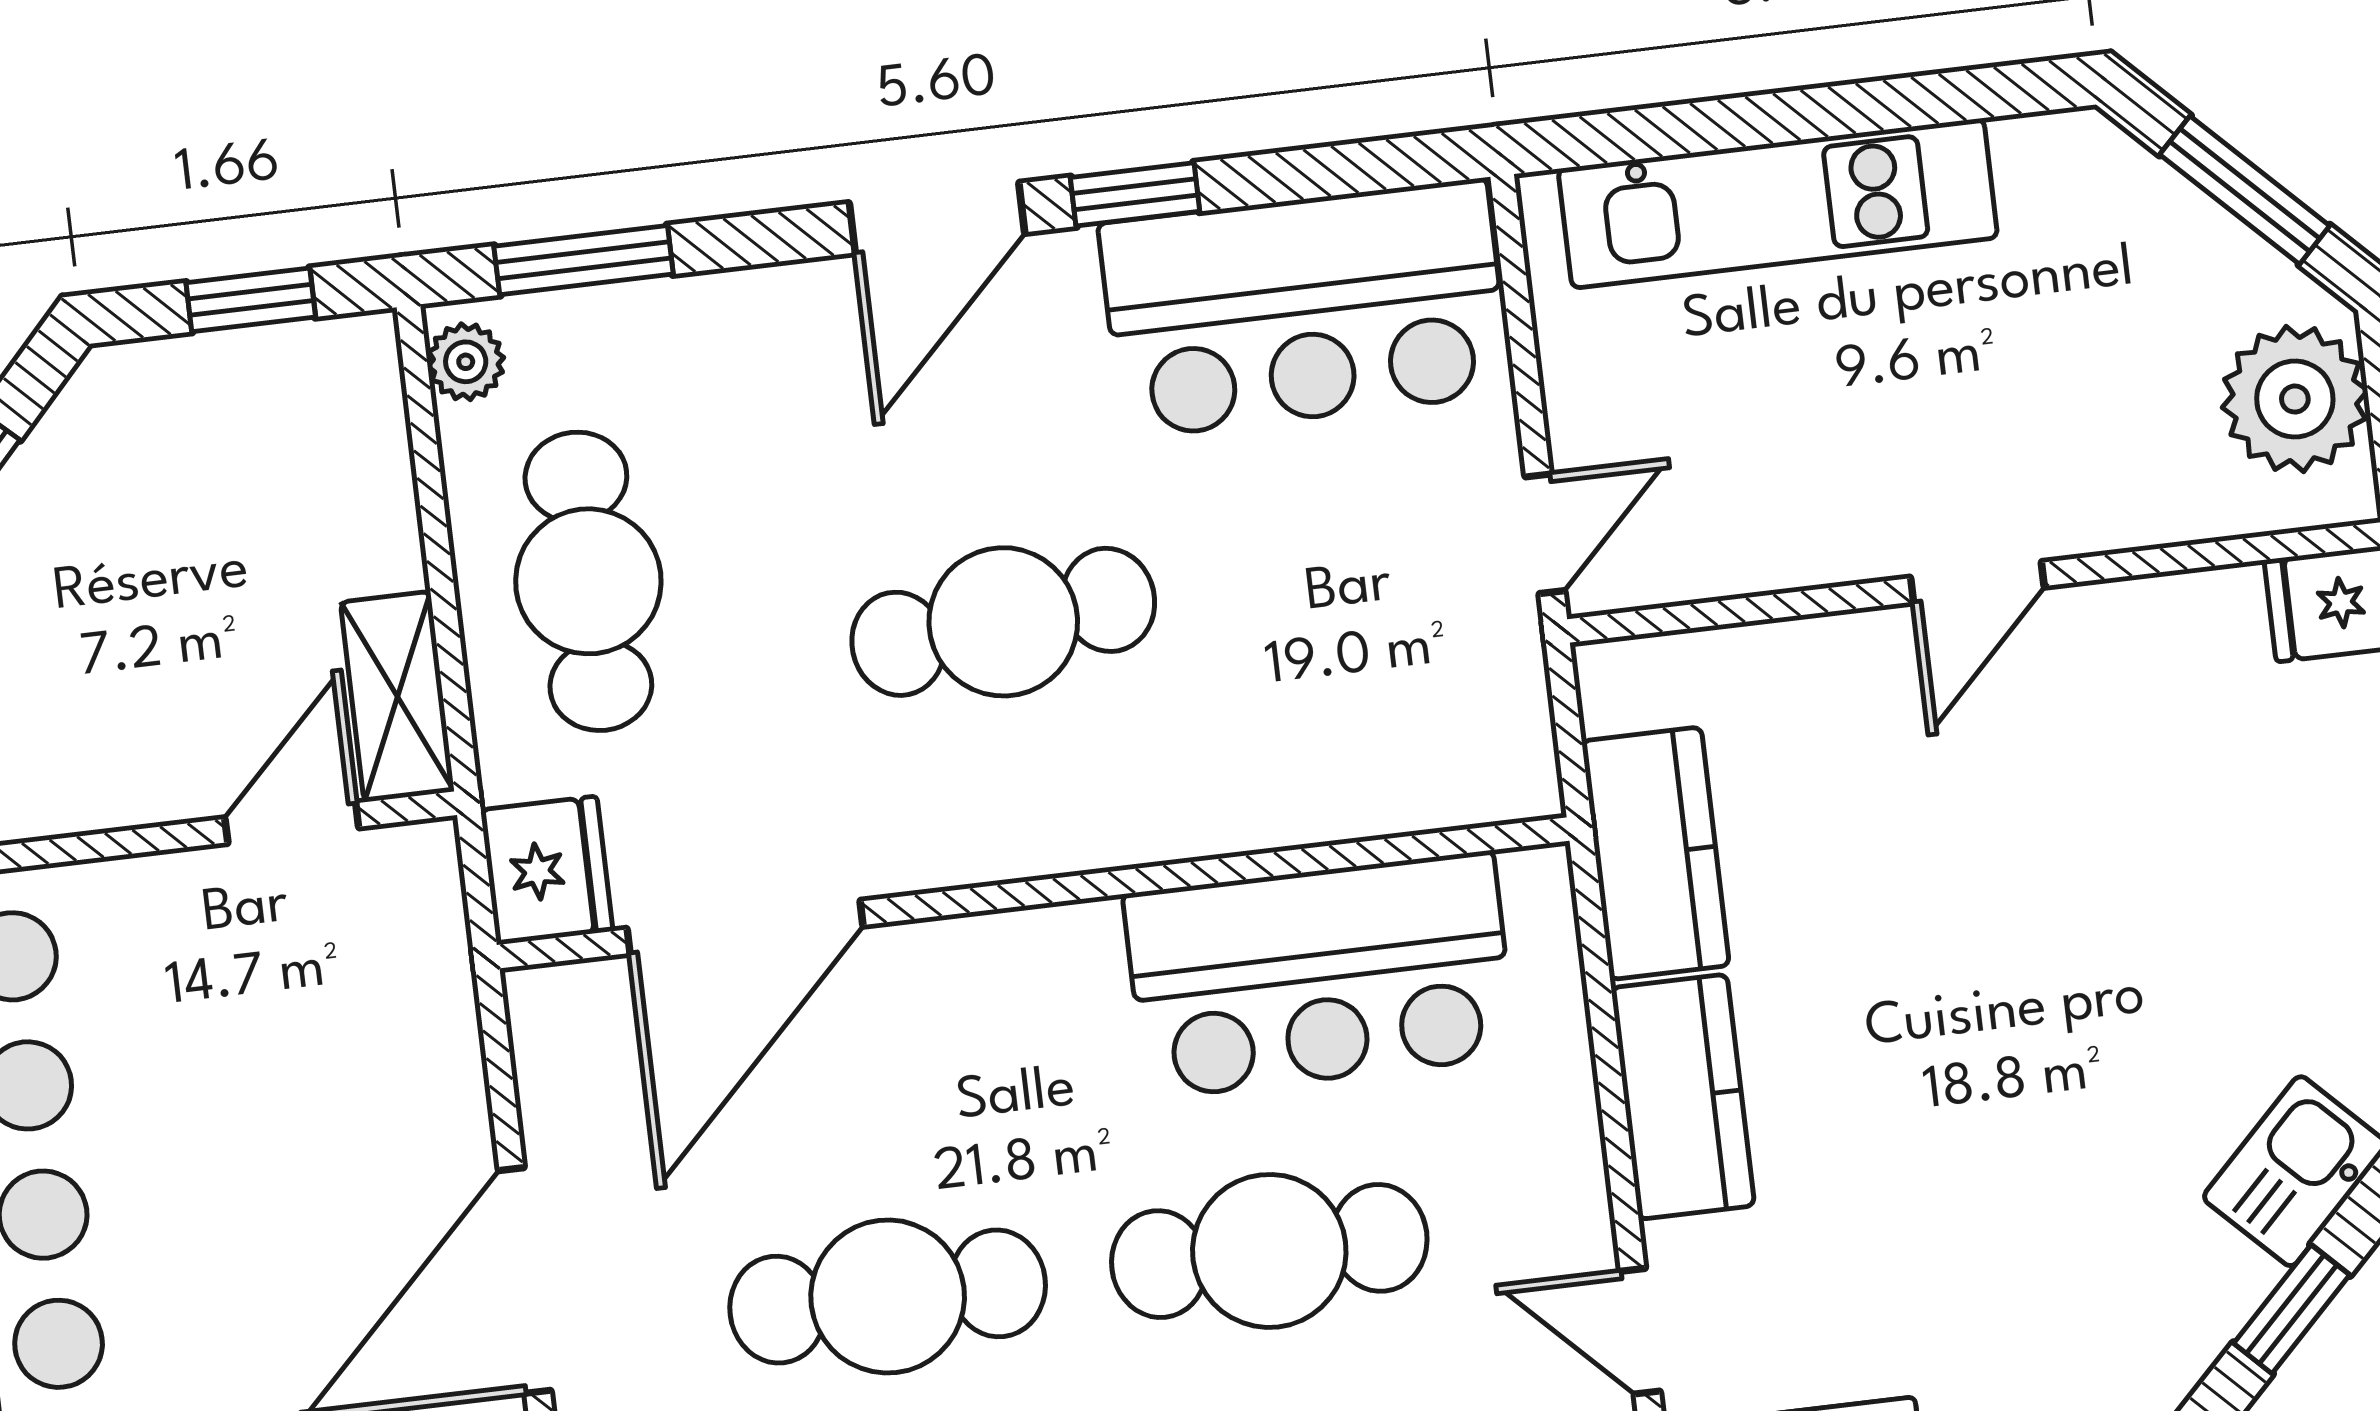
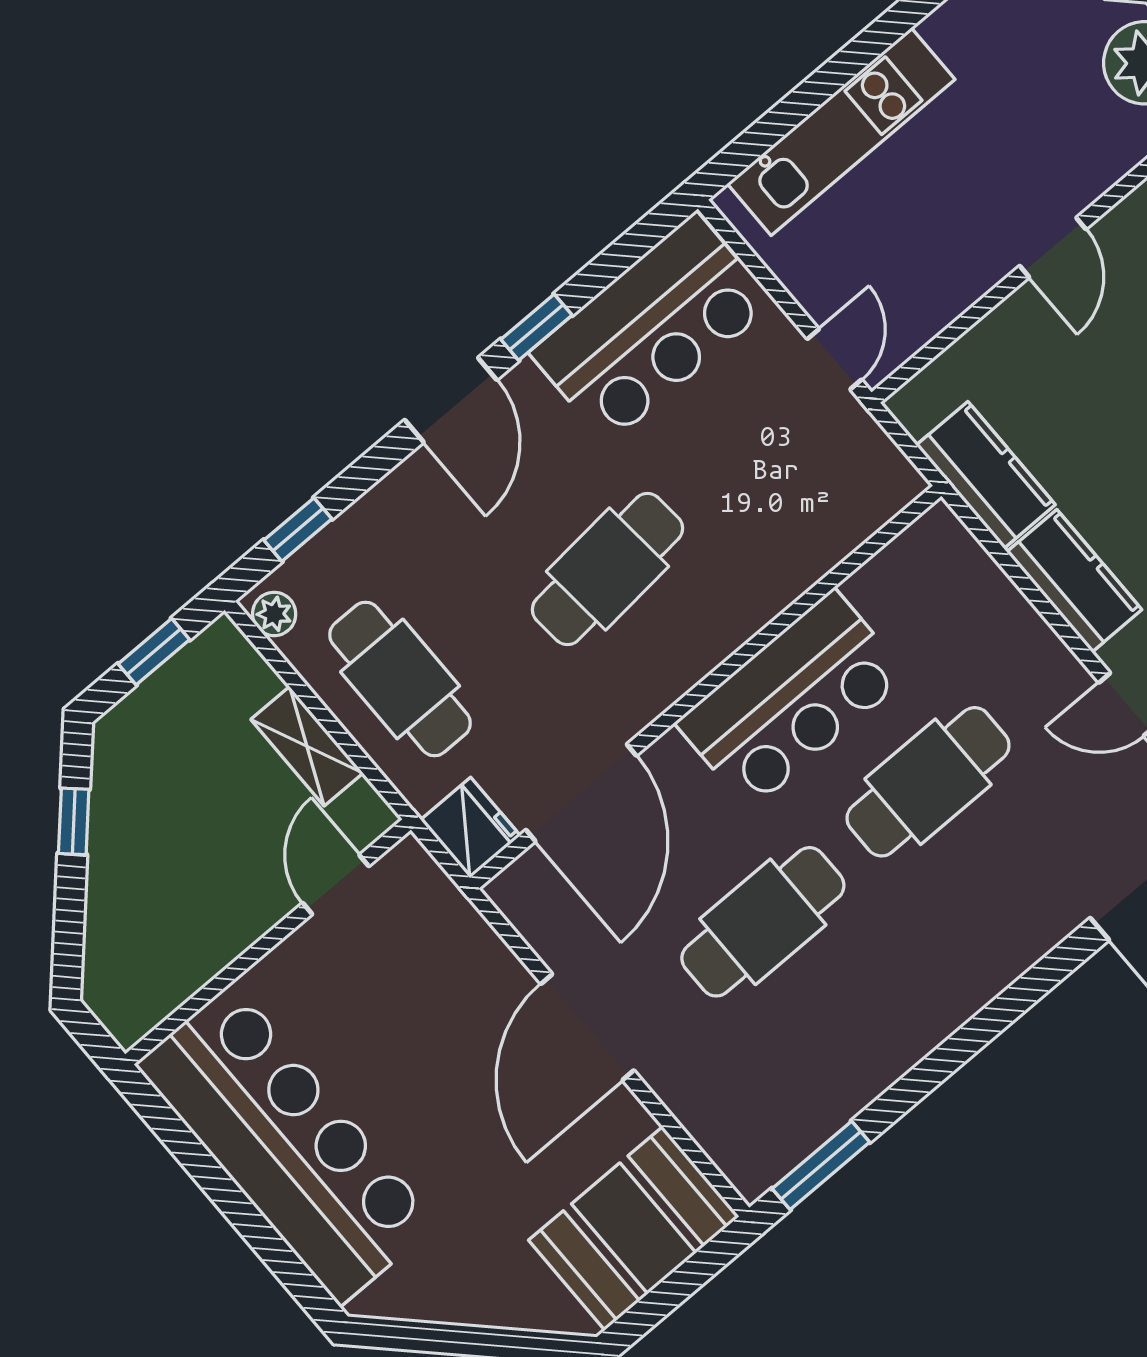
window: (584, 260) -> (298, 530), width x0.67
shelving: (397, 697) -> (307, 746), moved
bar counter: (1320, 975) -> (792, 699), moved

